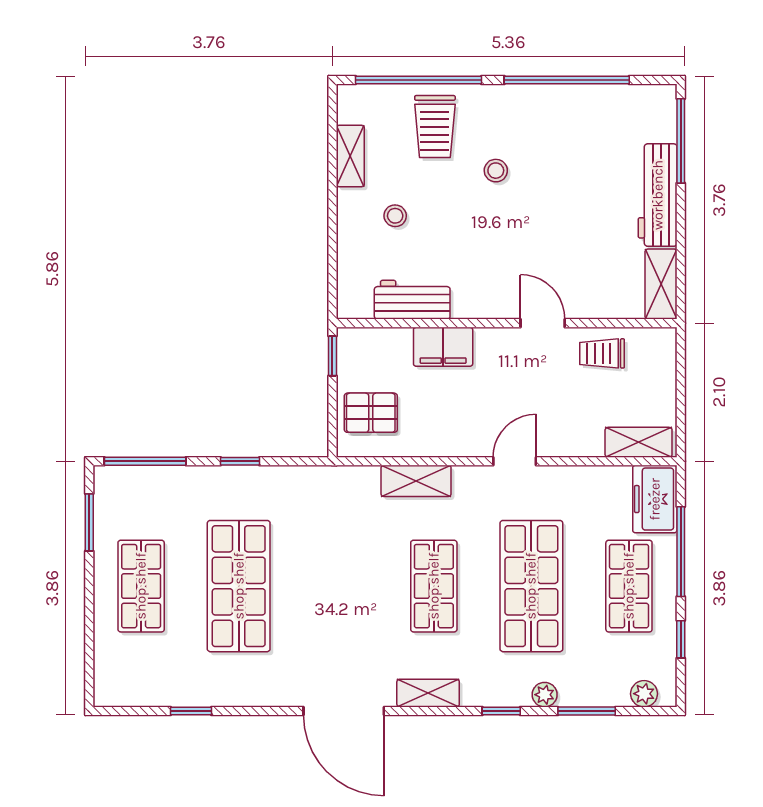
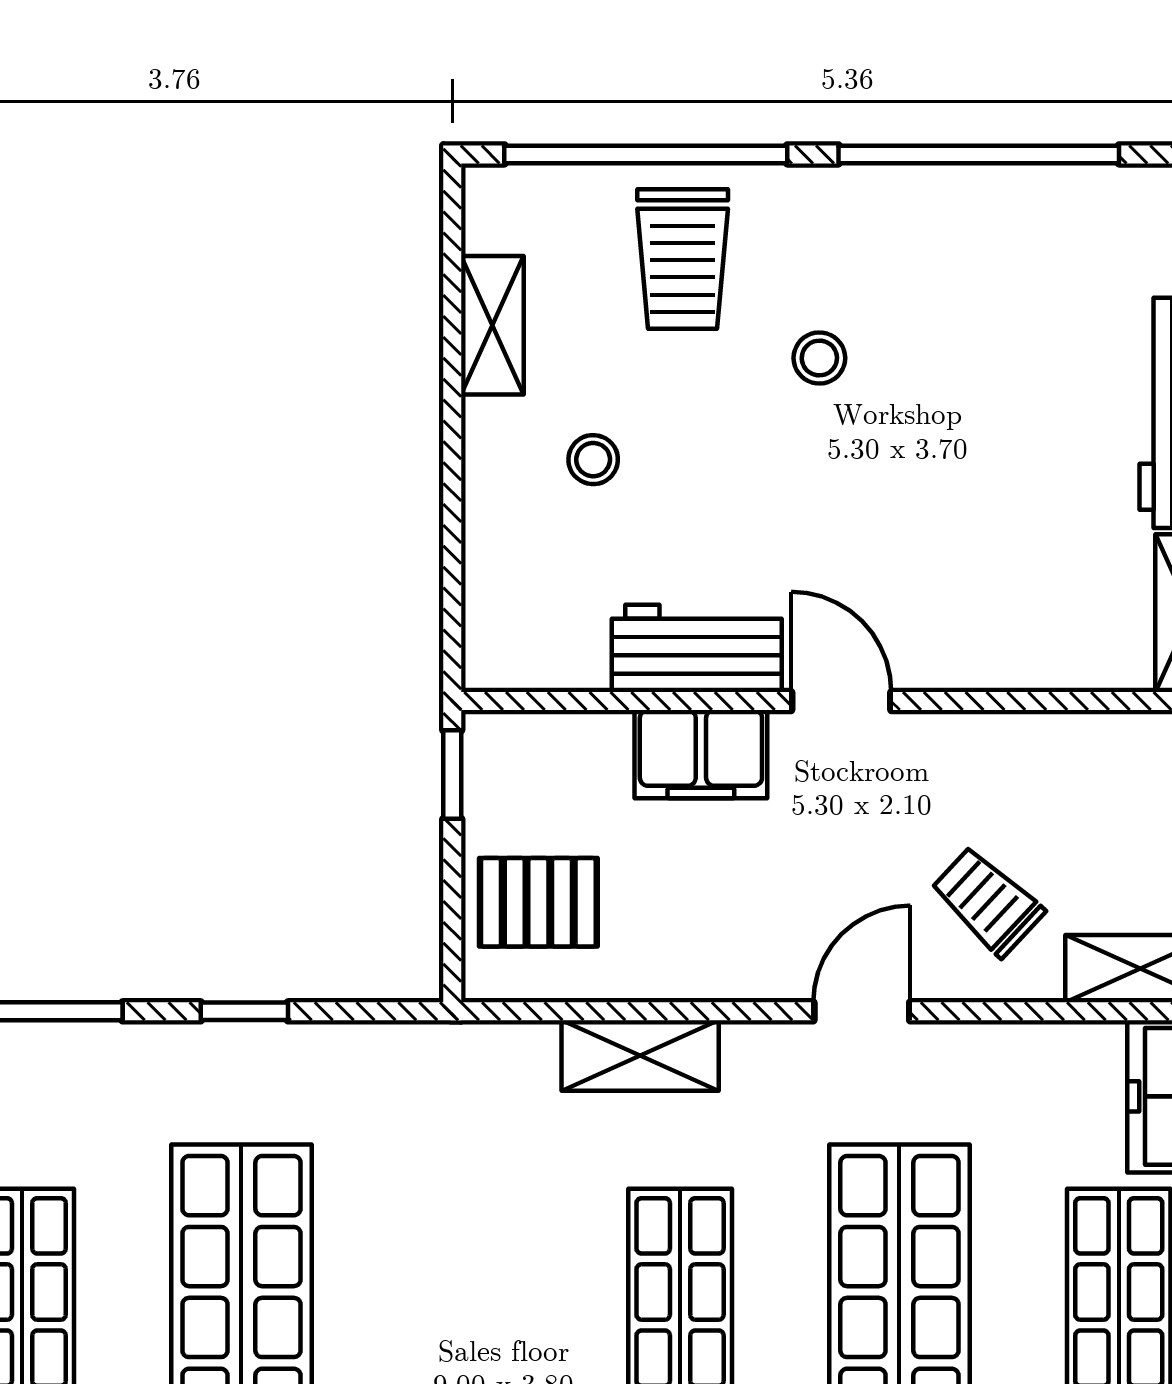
workbench: (412, 300) -> (697, 648), moved
door: (543, 323) -> (841, 701), moved
trolley: (602, 353) -> (987, 901), moved, turned 43

